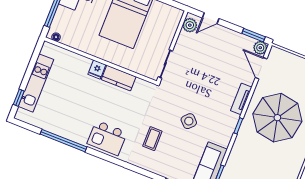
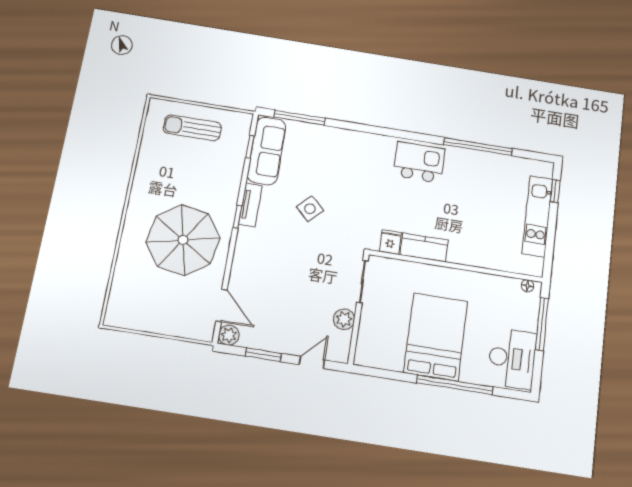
plant: (190, 25) -> (344, 319), moved
window: (254, 35) -> (263, 355), moved
fridge: (97, 70) -> (390, 242), moved
tv unit: (241, 99) -> (250, 205), moved
coffee table: (152, 139) -> (356, 174), removed

